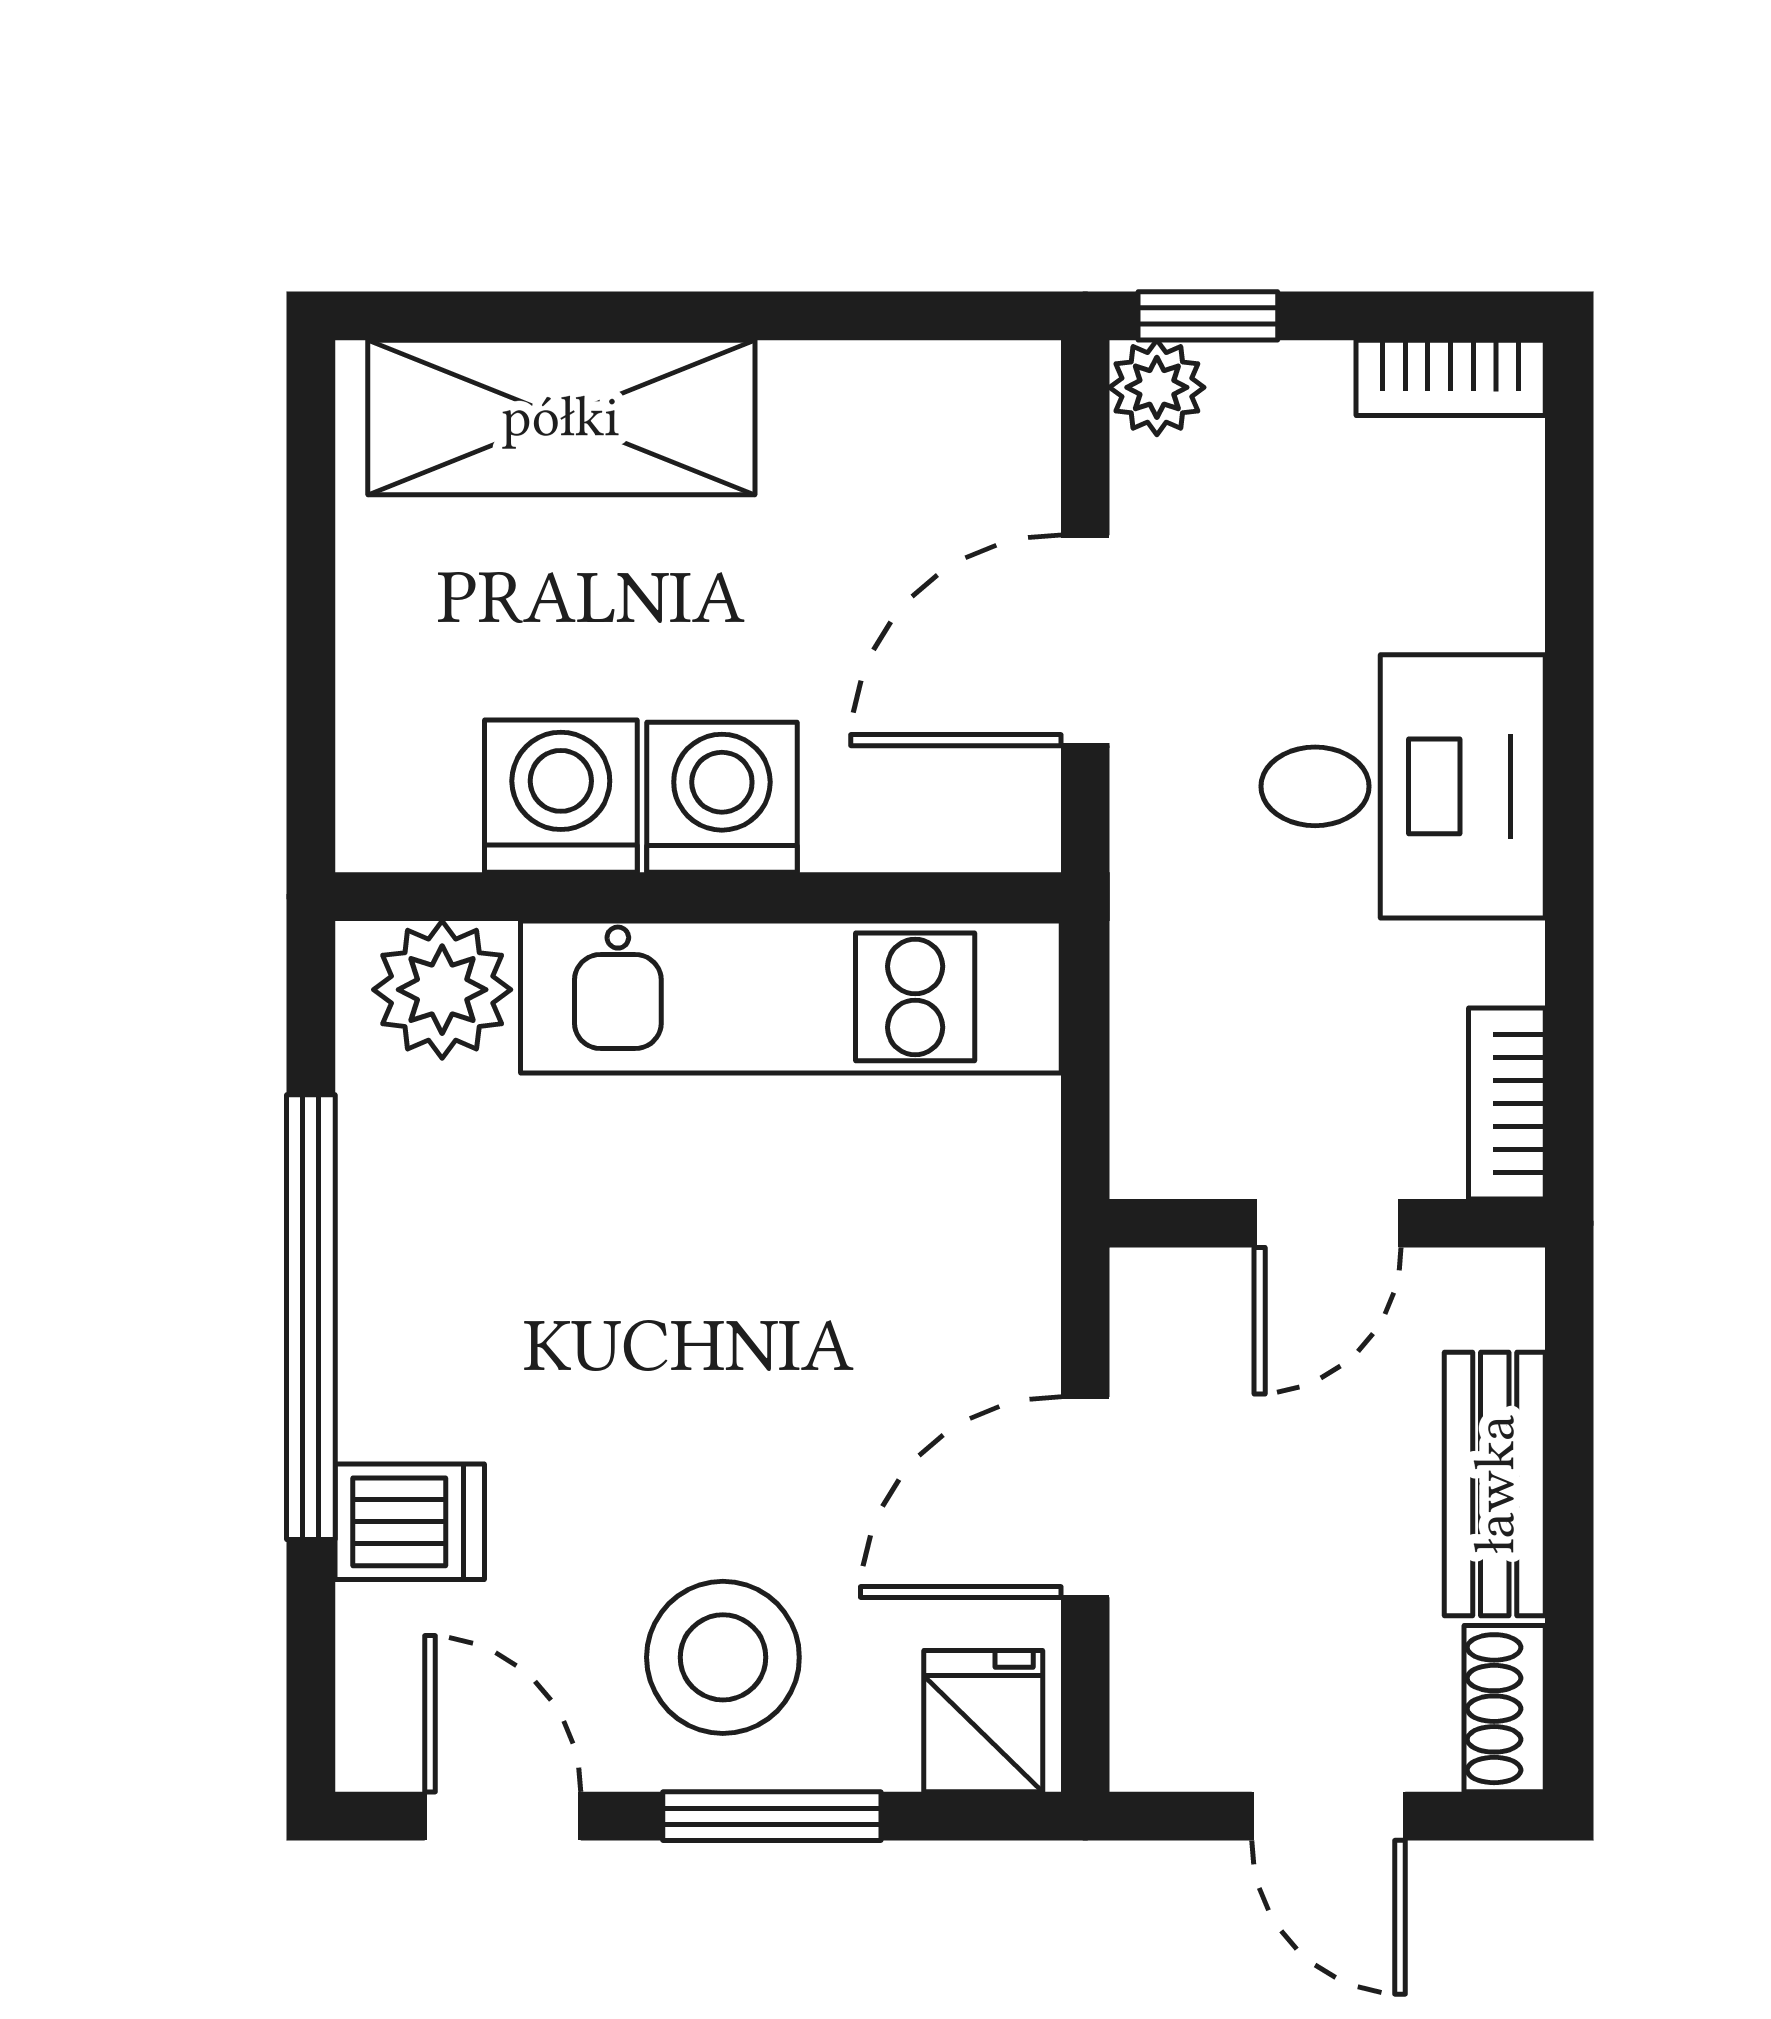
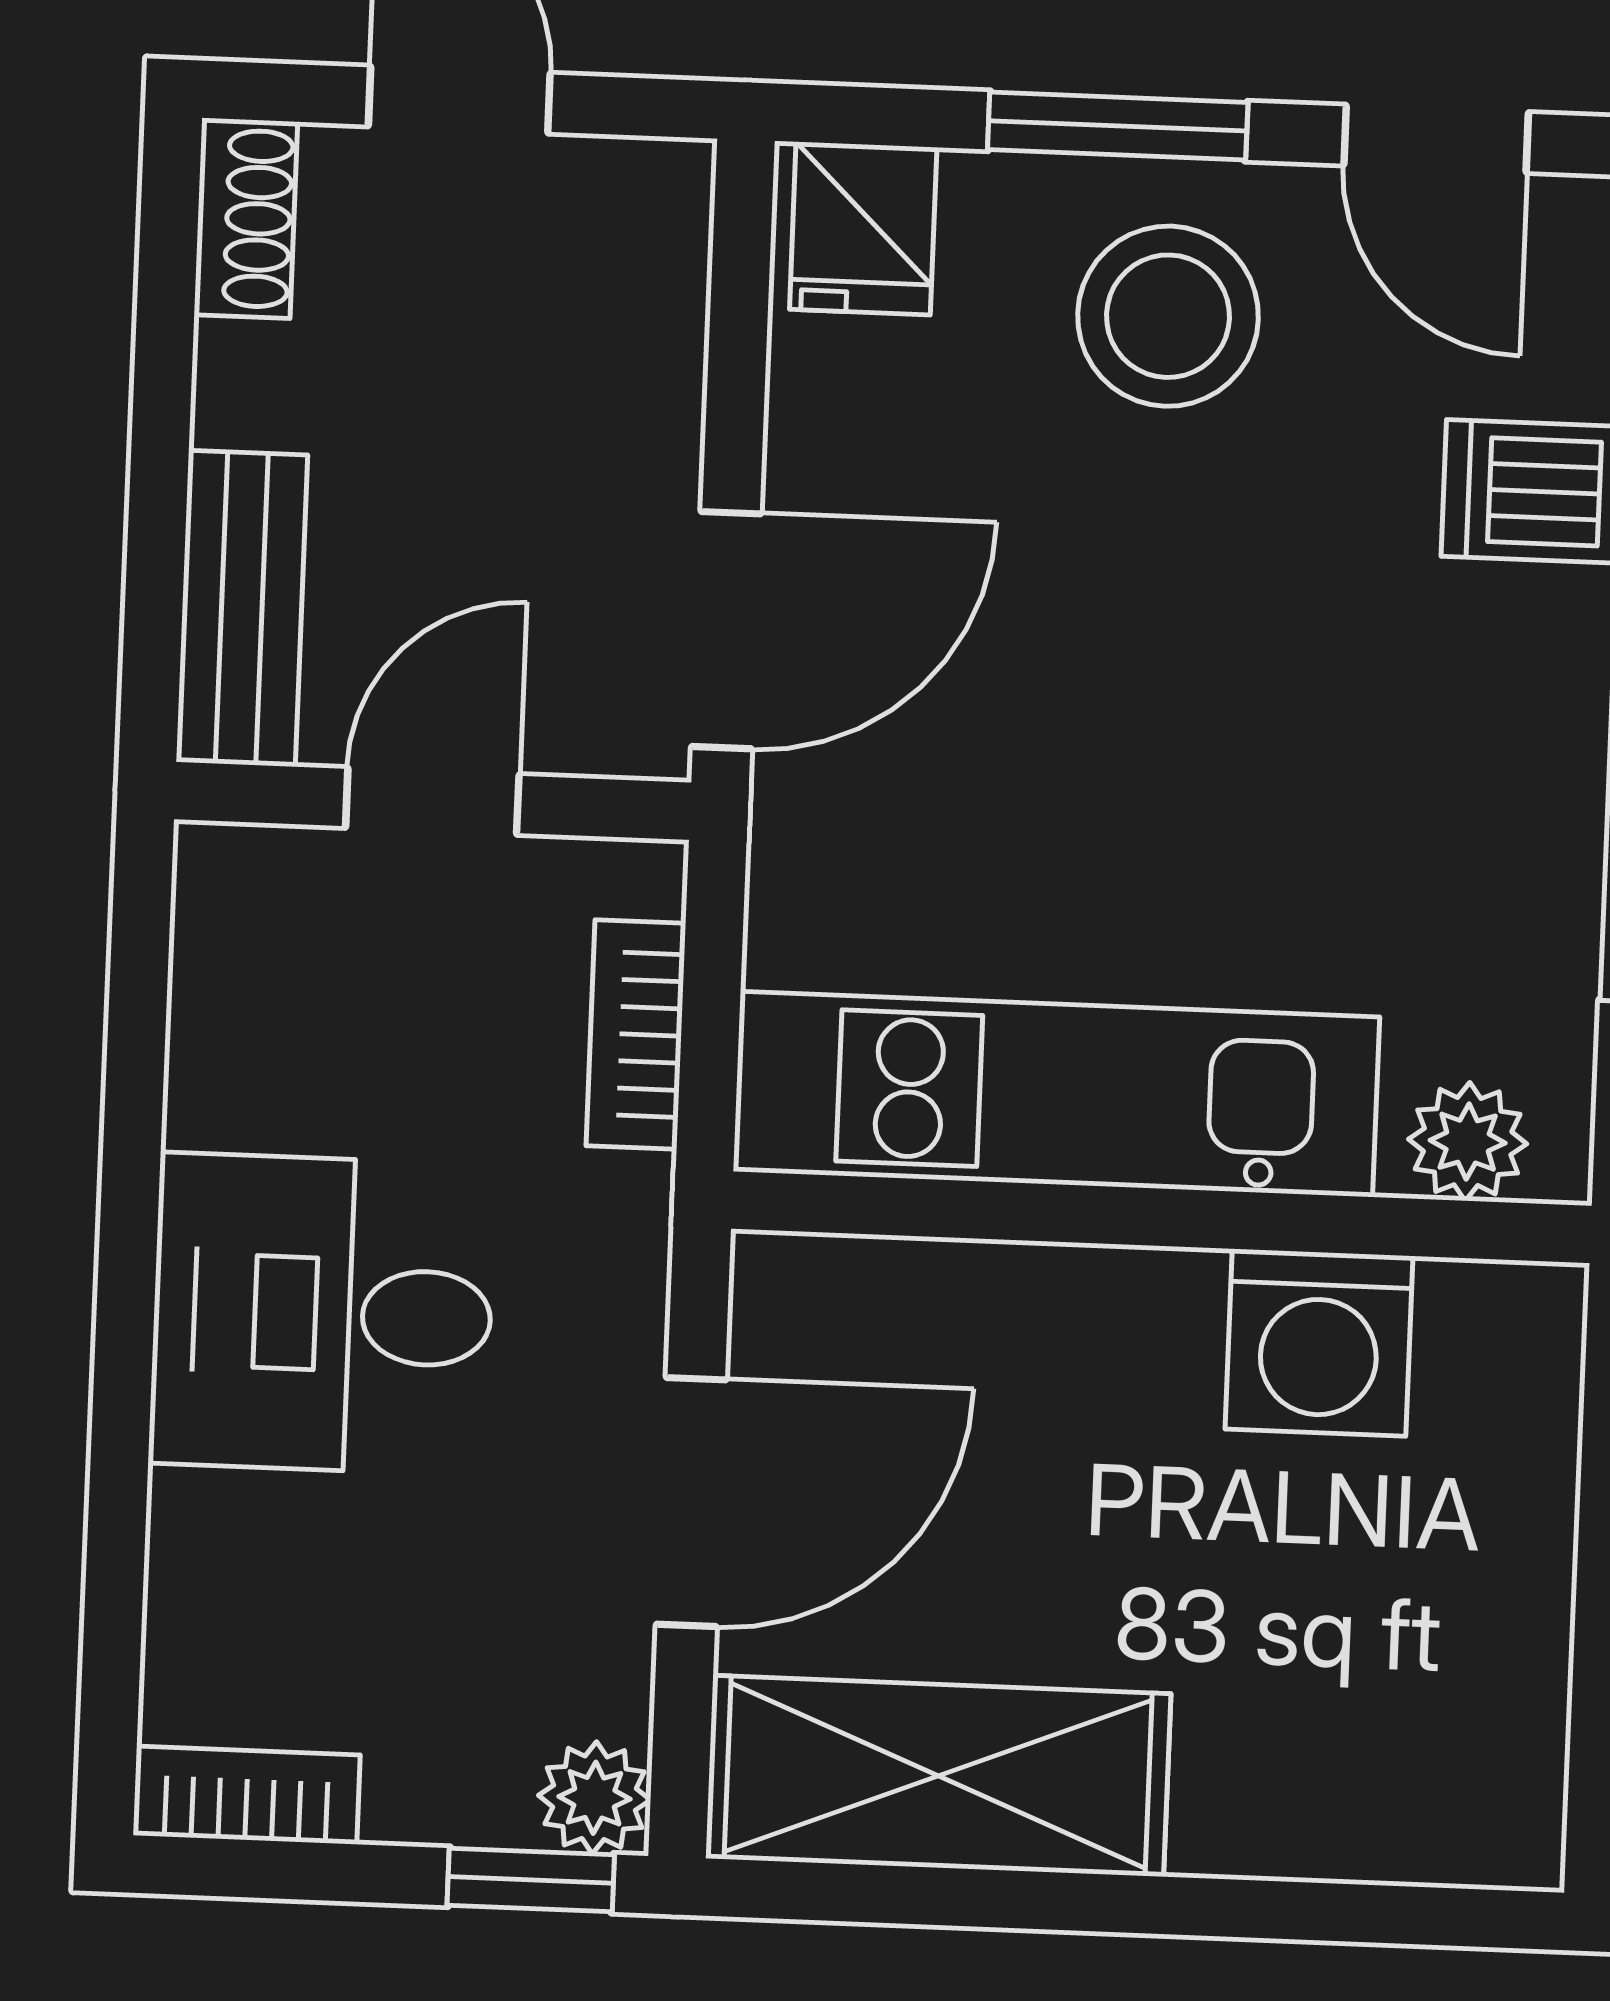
shelving: (561, 417) -> (938, 1776), moved
washing machine: (722, 797) -> (1128, 1334), removed
plant: (442, 990) -> (1468, 1142), width x0.73, depth x0.73
bookcase: (1507, 1103) -> (636, 1034), moved, turned 180
bench: (1495, 1484) -> (242, 608), moved
door: (1085, 1497) -> (726, 630), moved

